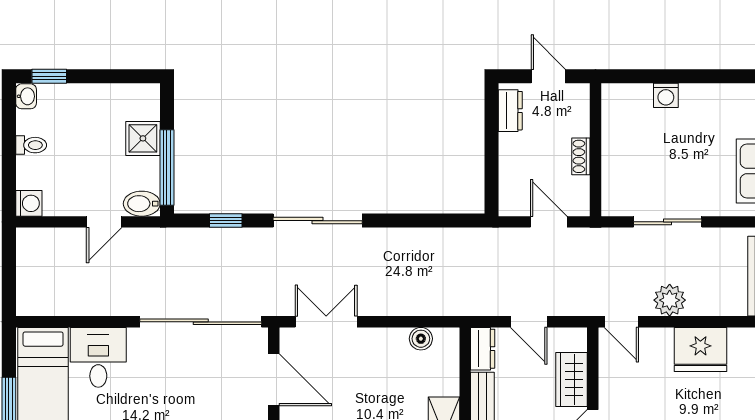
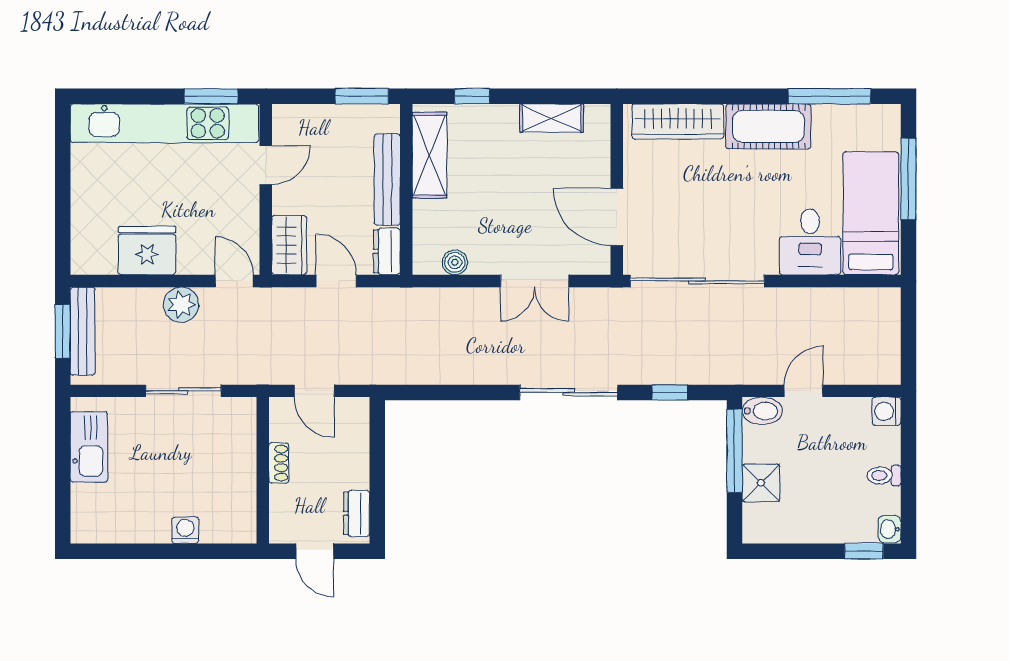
double door: (326, 322) -> (535, 281), moved
wardrobe: (571, 380) -> (289, 245), moved

